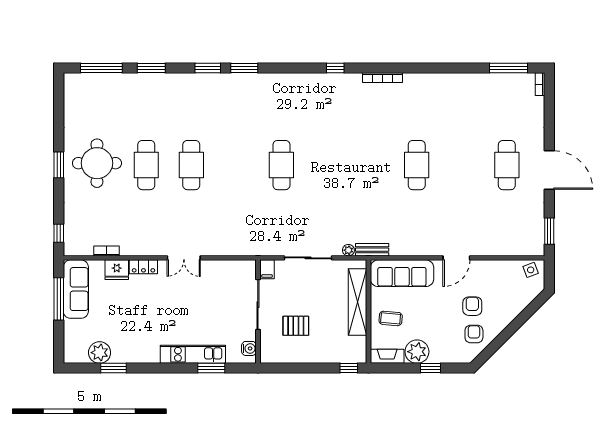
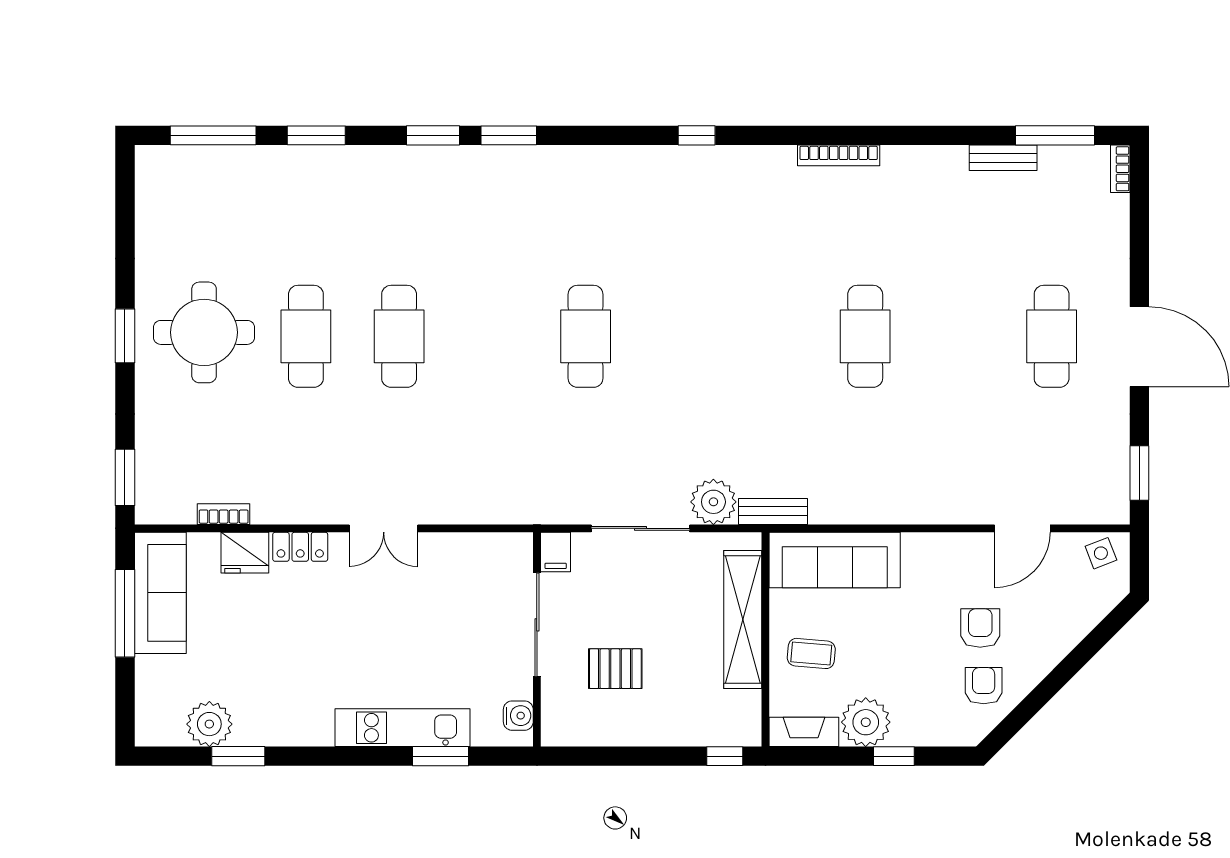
bookcase: (383, 78) -> (839, 155), moved
bench: (483, 79) -> (1003, 158), added
window: (59, 233) -> (125, 477), width x1.50
plant: (348, 250) -> (713, 502), width x1.88, depth x1.88
door: (456, 258) -> (1022, 528), moved

